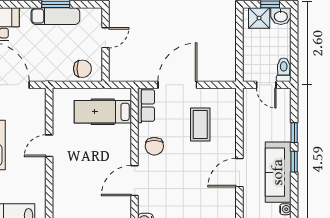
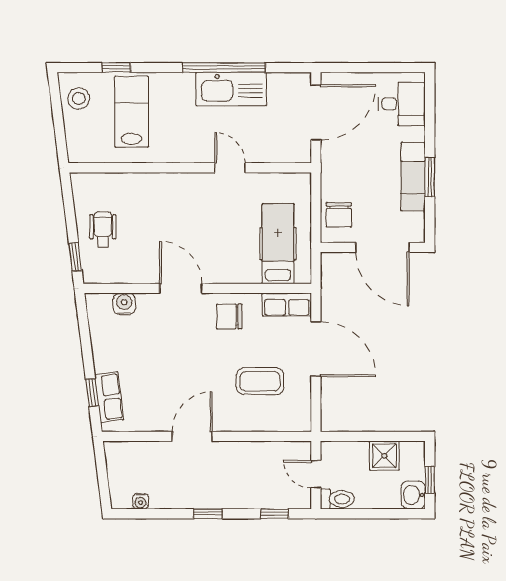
shower: (259, 18) -> (384, 456), moved
door: (105, 38) -> (382, 247), width x1.88
door: (266, 85) -> (316, 474), hinge flipped
window: (294, 133) -> (274, 514), moved
sofa: (278, 172) -> (193, 491), removed
door: (239, 173) -> (192, 436), hinge flipped

